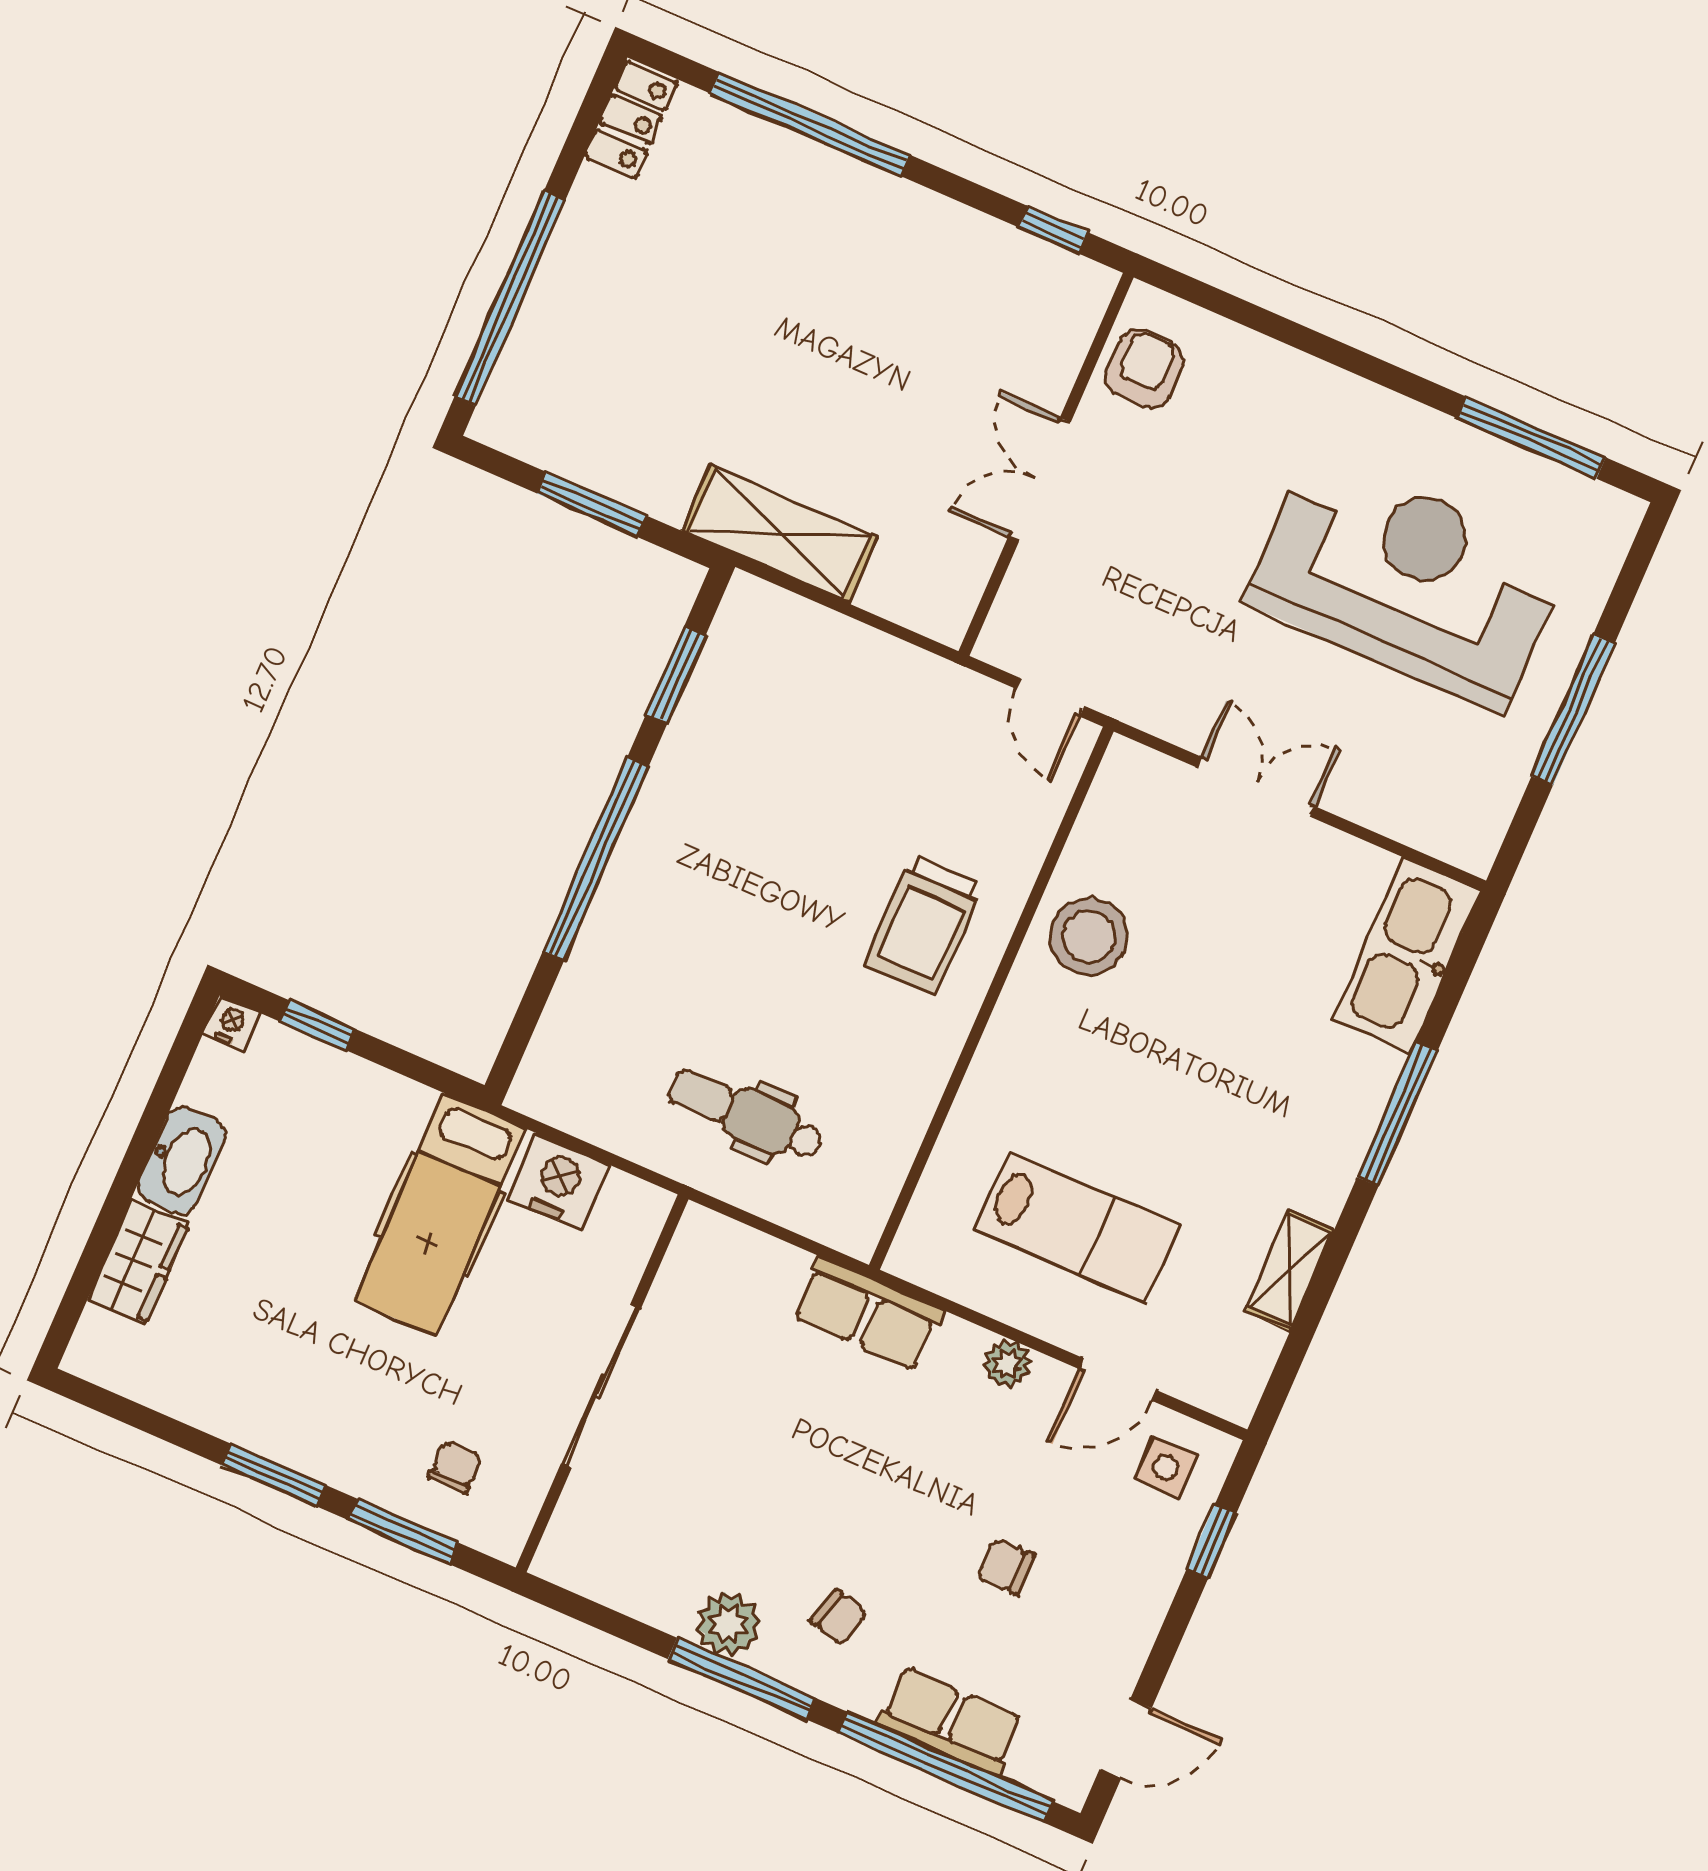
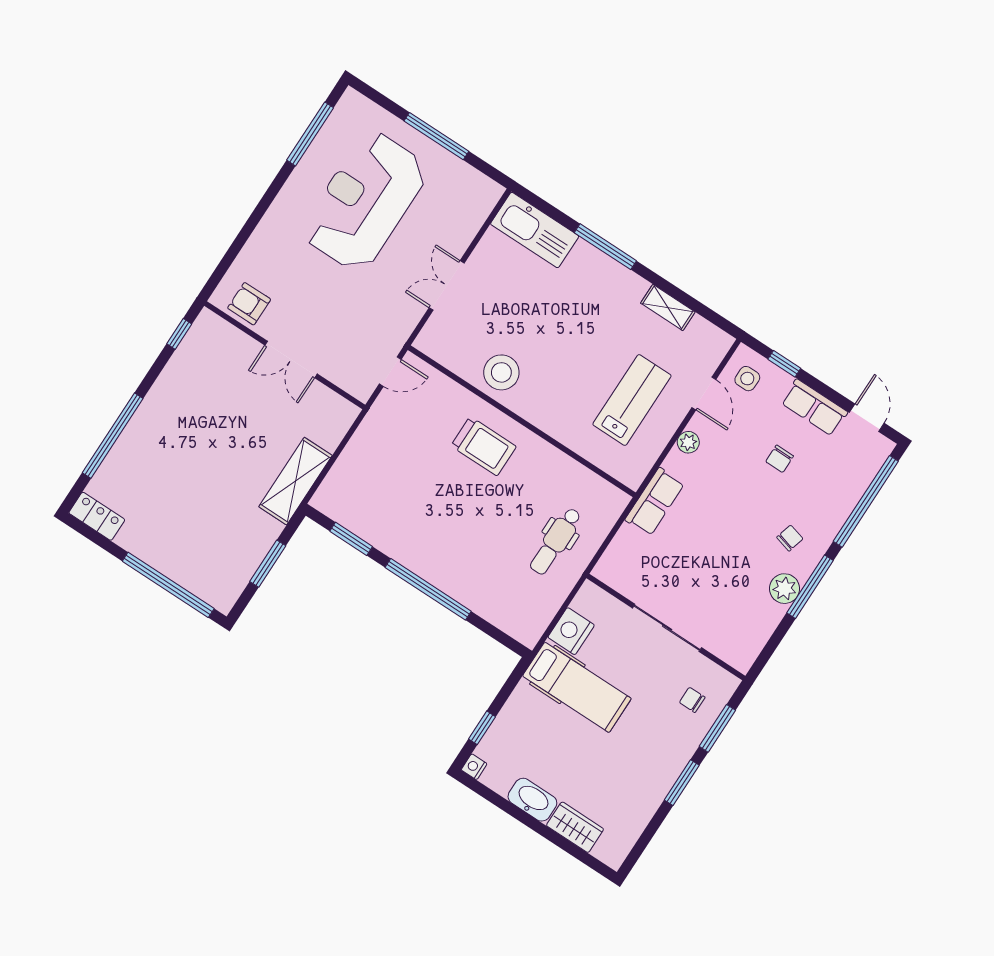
row of seats: (950, 1721) -> (814, 407), moved, turned -90

